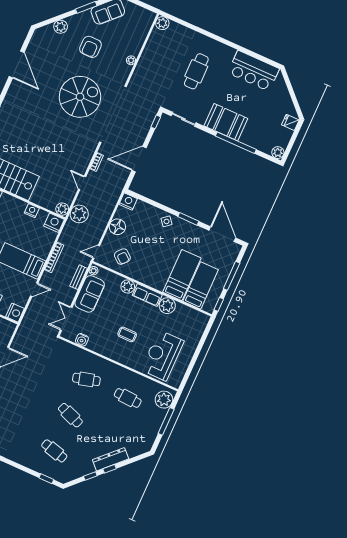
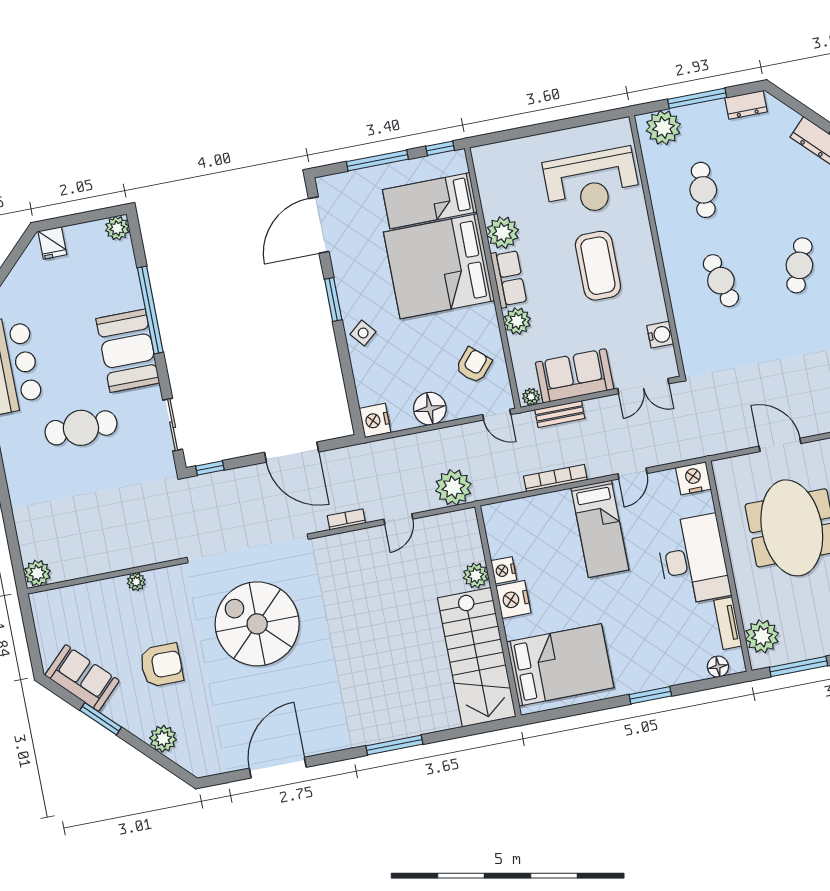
cafe table: (196, 71) -> (81, 428), moved
plant: (62, 209) -> (476, 576), moved
nightstand: (54, 223) -> (513, 599), moved
bed: (182, 275) -> (439, 266), width x2.04
door: (34, 290) -> (632, 474), swing flipped
coffee table: (127, 334) -> (598, 266), width x1.86, depth x1.72
dresser: (150, 439) -> (746, 105), added

